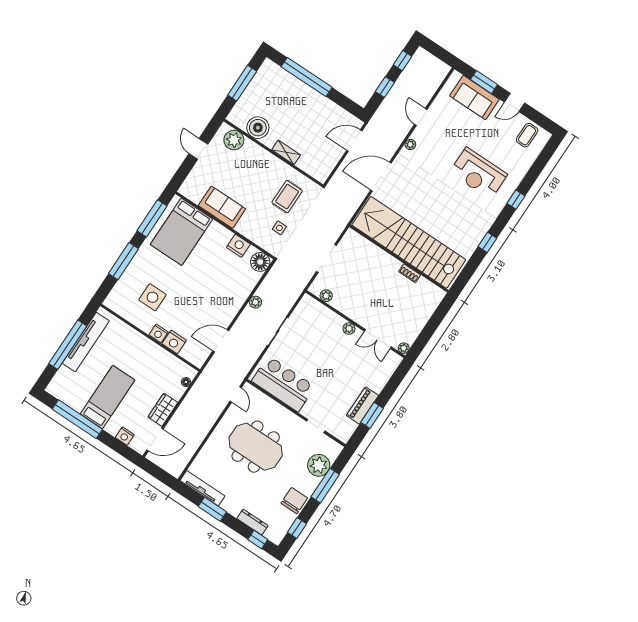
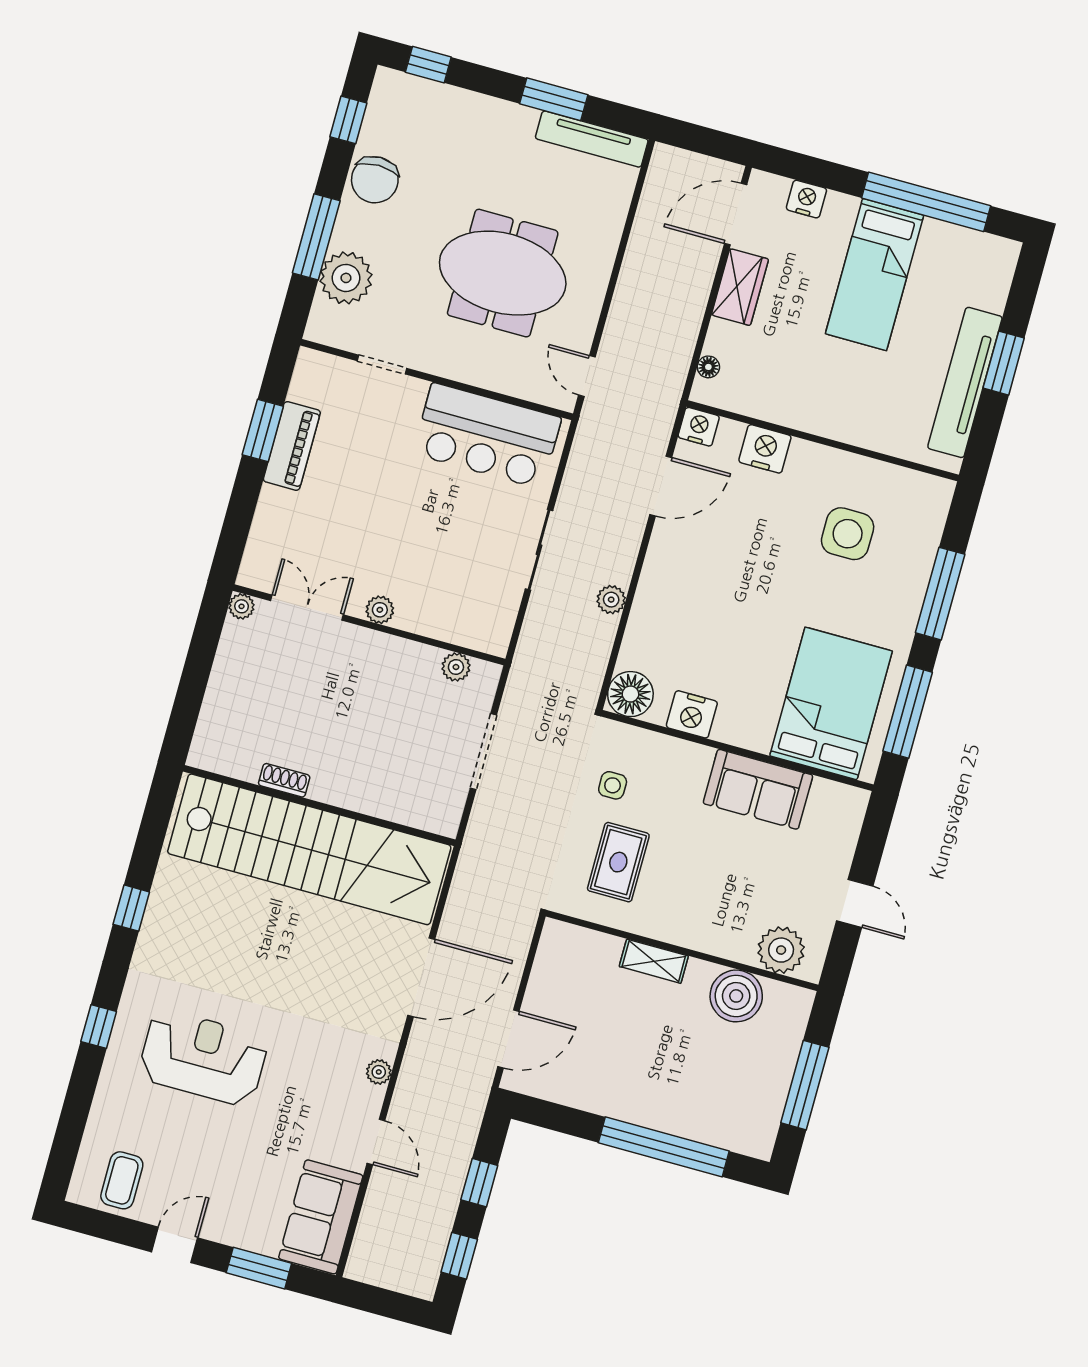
sofa: (474, 98) -> (321, 1217), moved, turned -90
nightstand: (159, 333) -> (699, 427), moved
window: (68, 345) -> (1004, 363), width x0.47
dresser: (252, 522) -> (453, 100), removed

